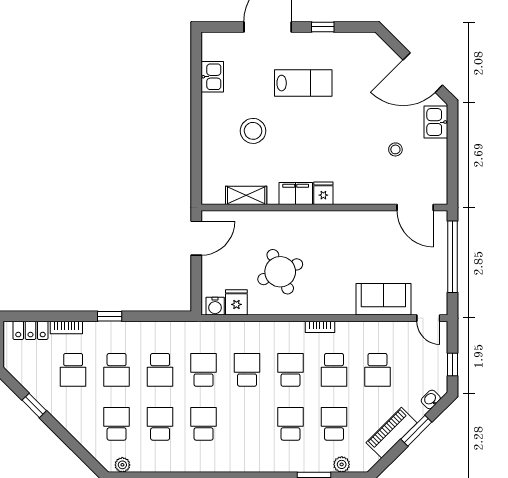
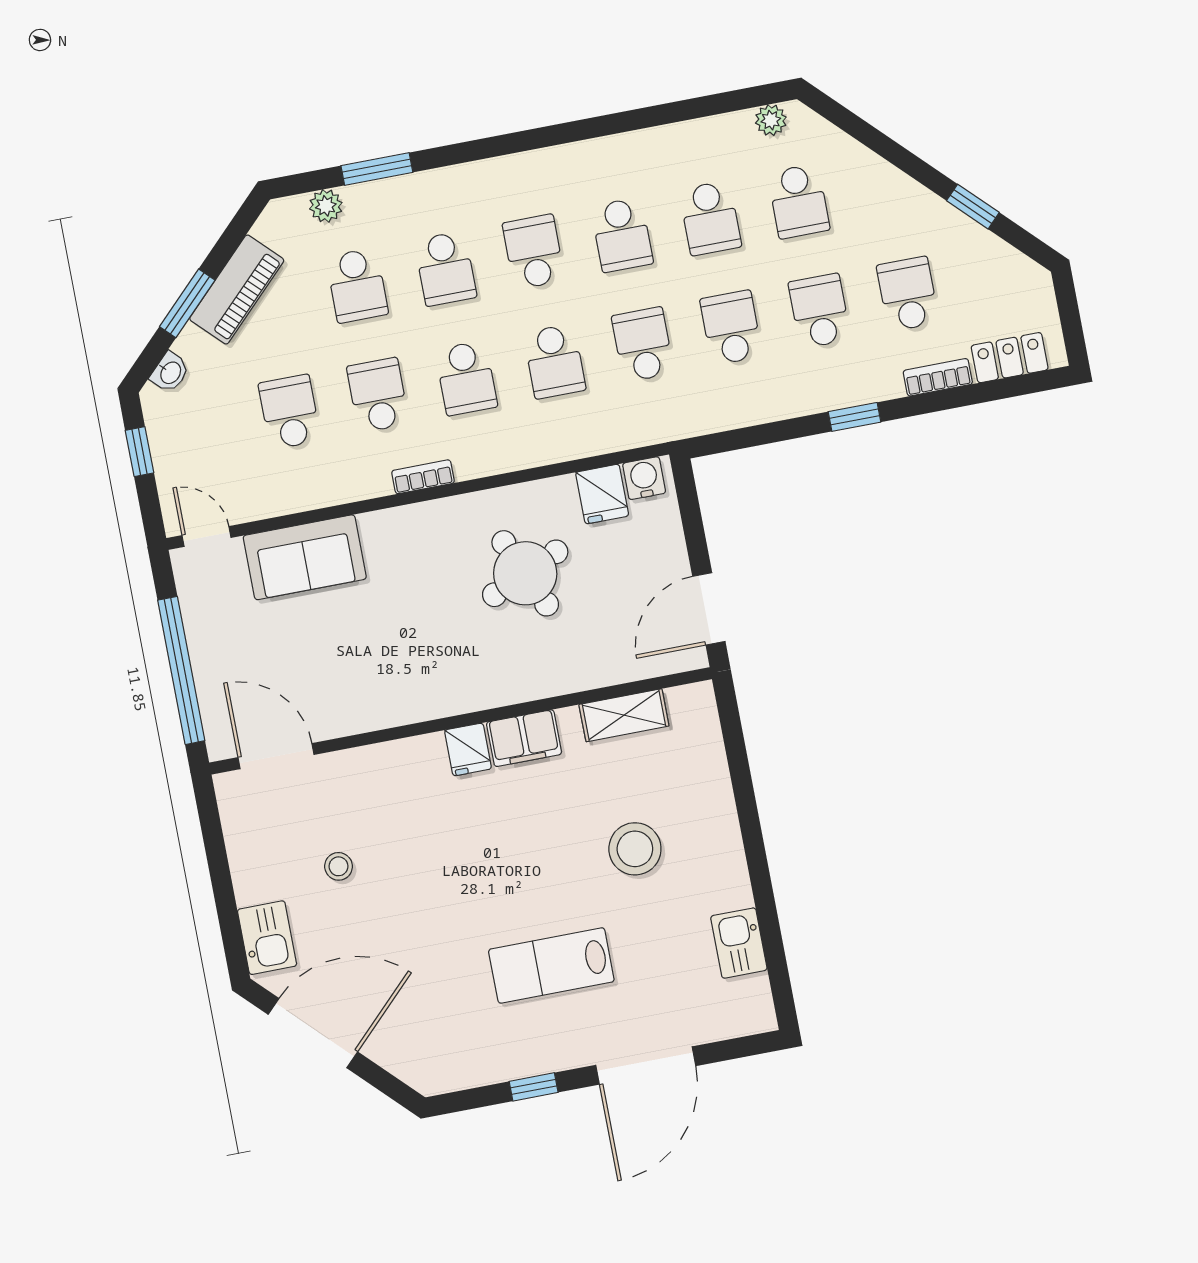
school desk: (204, 370) -> (643, 345), turned 180
school desk: (247, 424) -> (534, 252), added

